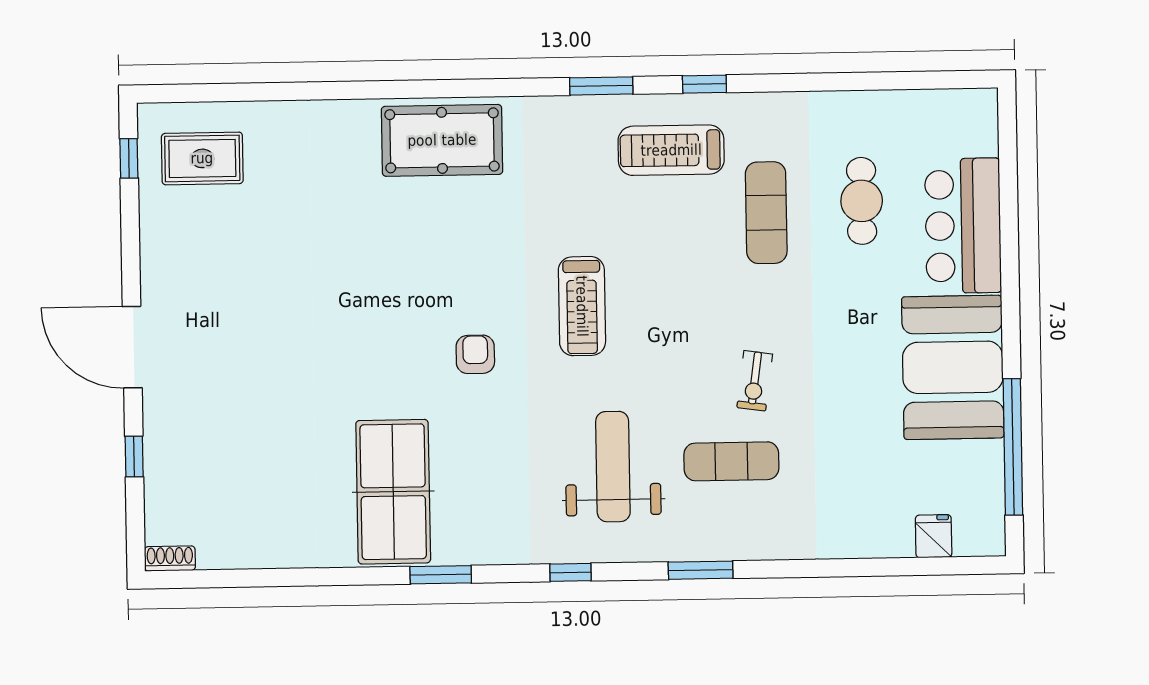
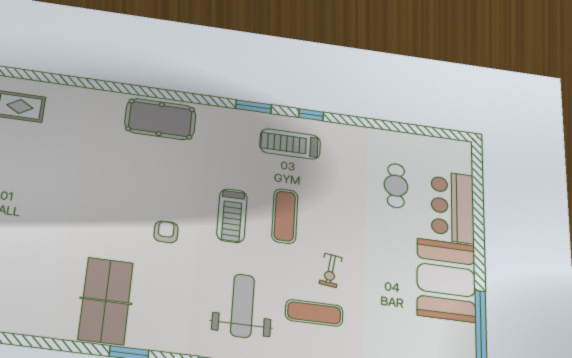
exercise mat: (766, 213) -> (285, 216), moved

